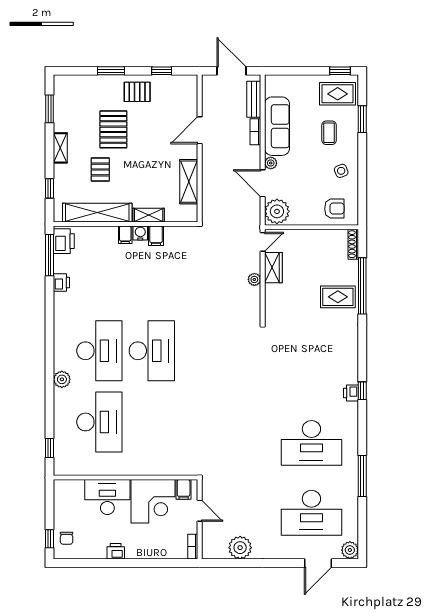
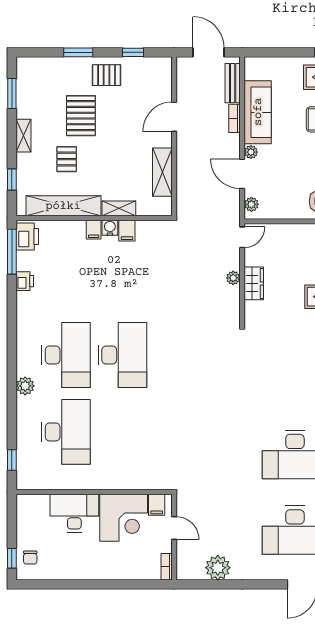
plant: (277, 211) -> (251, 204), width x0.53, depth x0.53
wardrobe: (273, 268) -> (254, 283), moved
printer: (116, 551) -> (83, 572), removed

